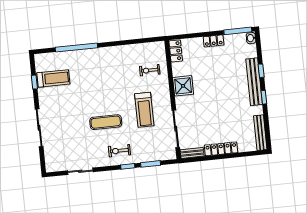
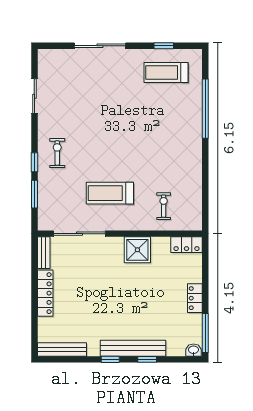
treadmill: (53, 78) -> (166, 72), turned 90
exercise mat: (106, 122) -> (98, 138), removed

